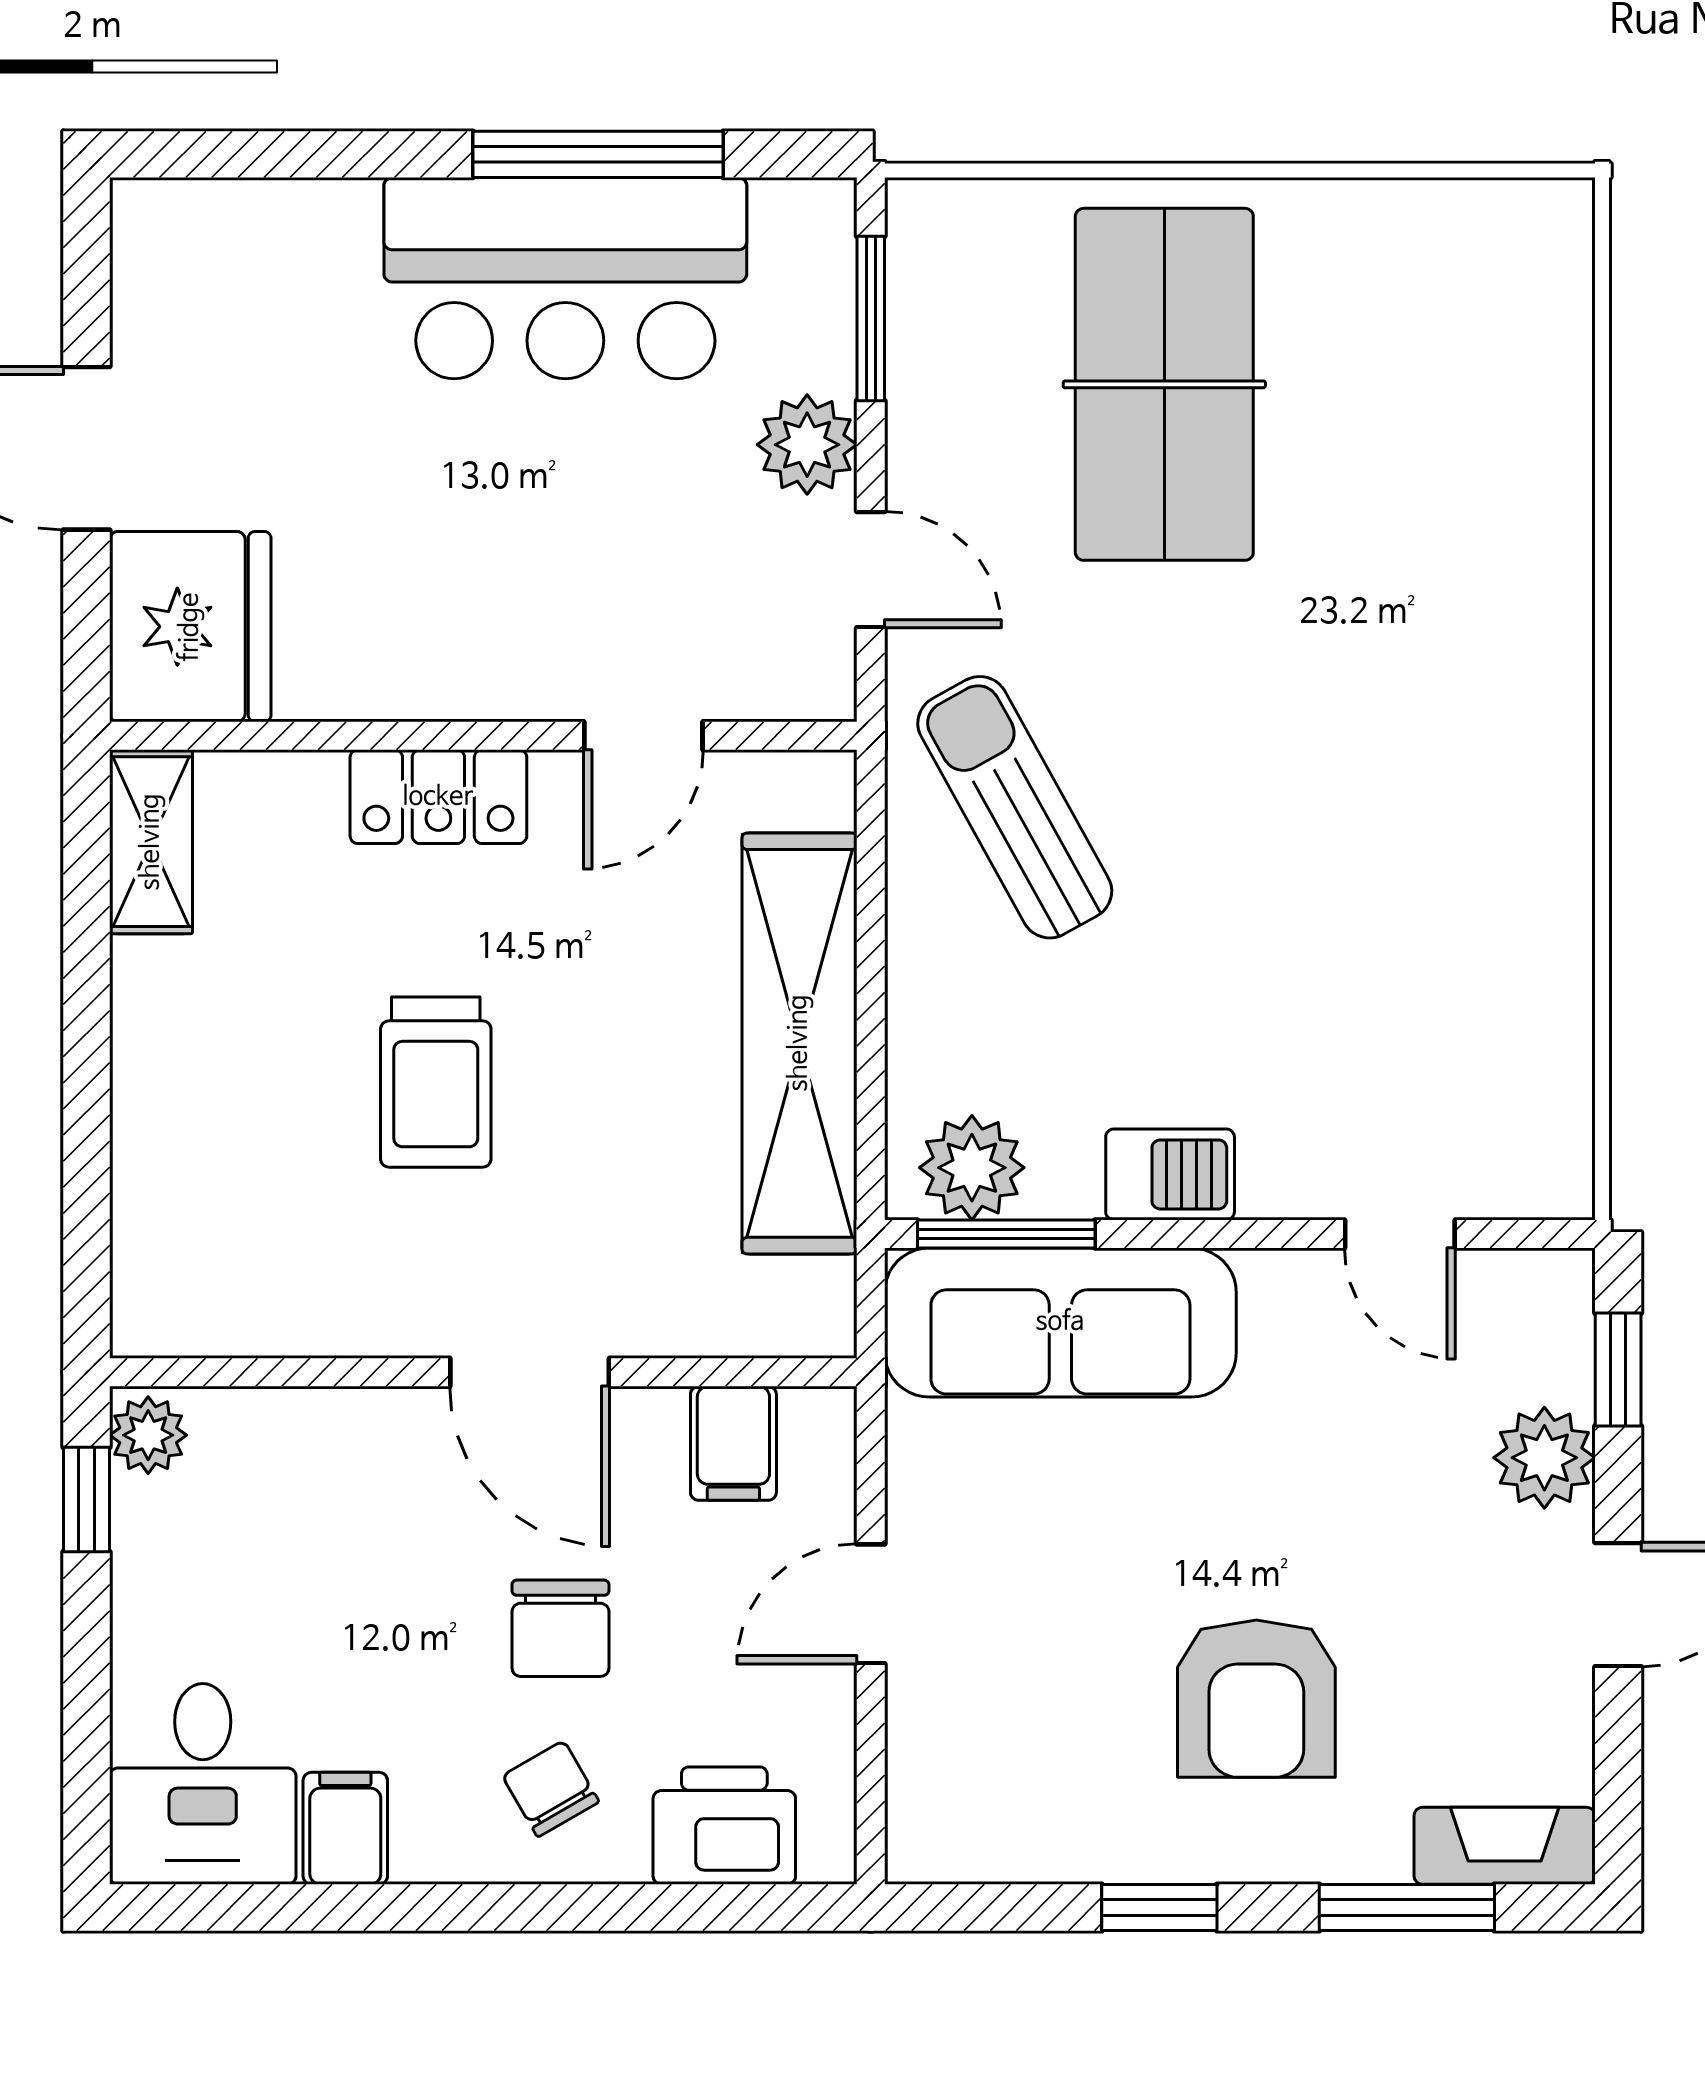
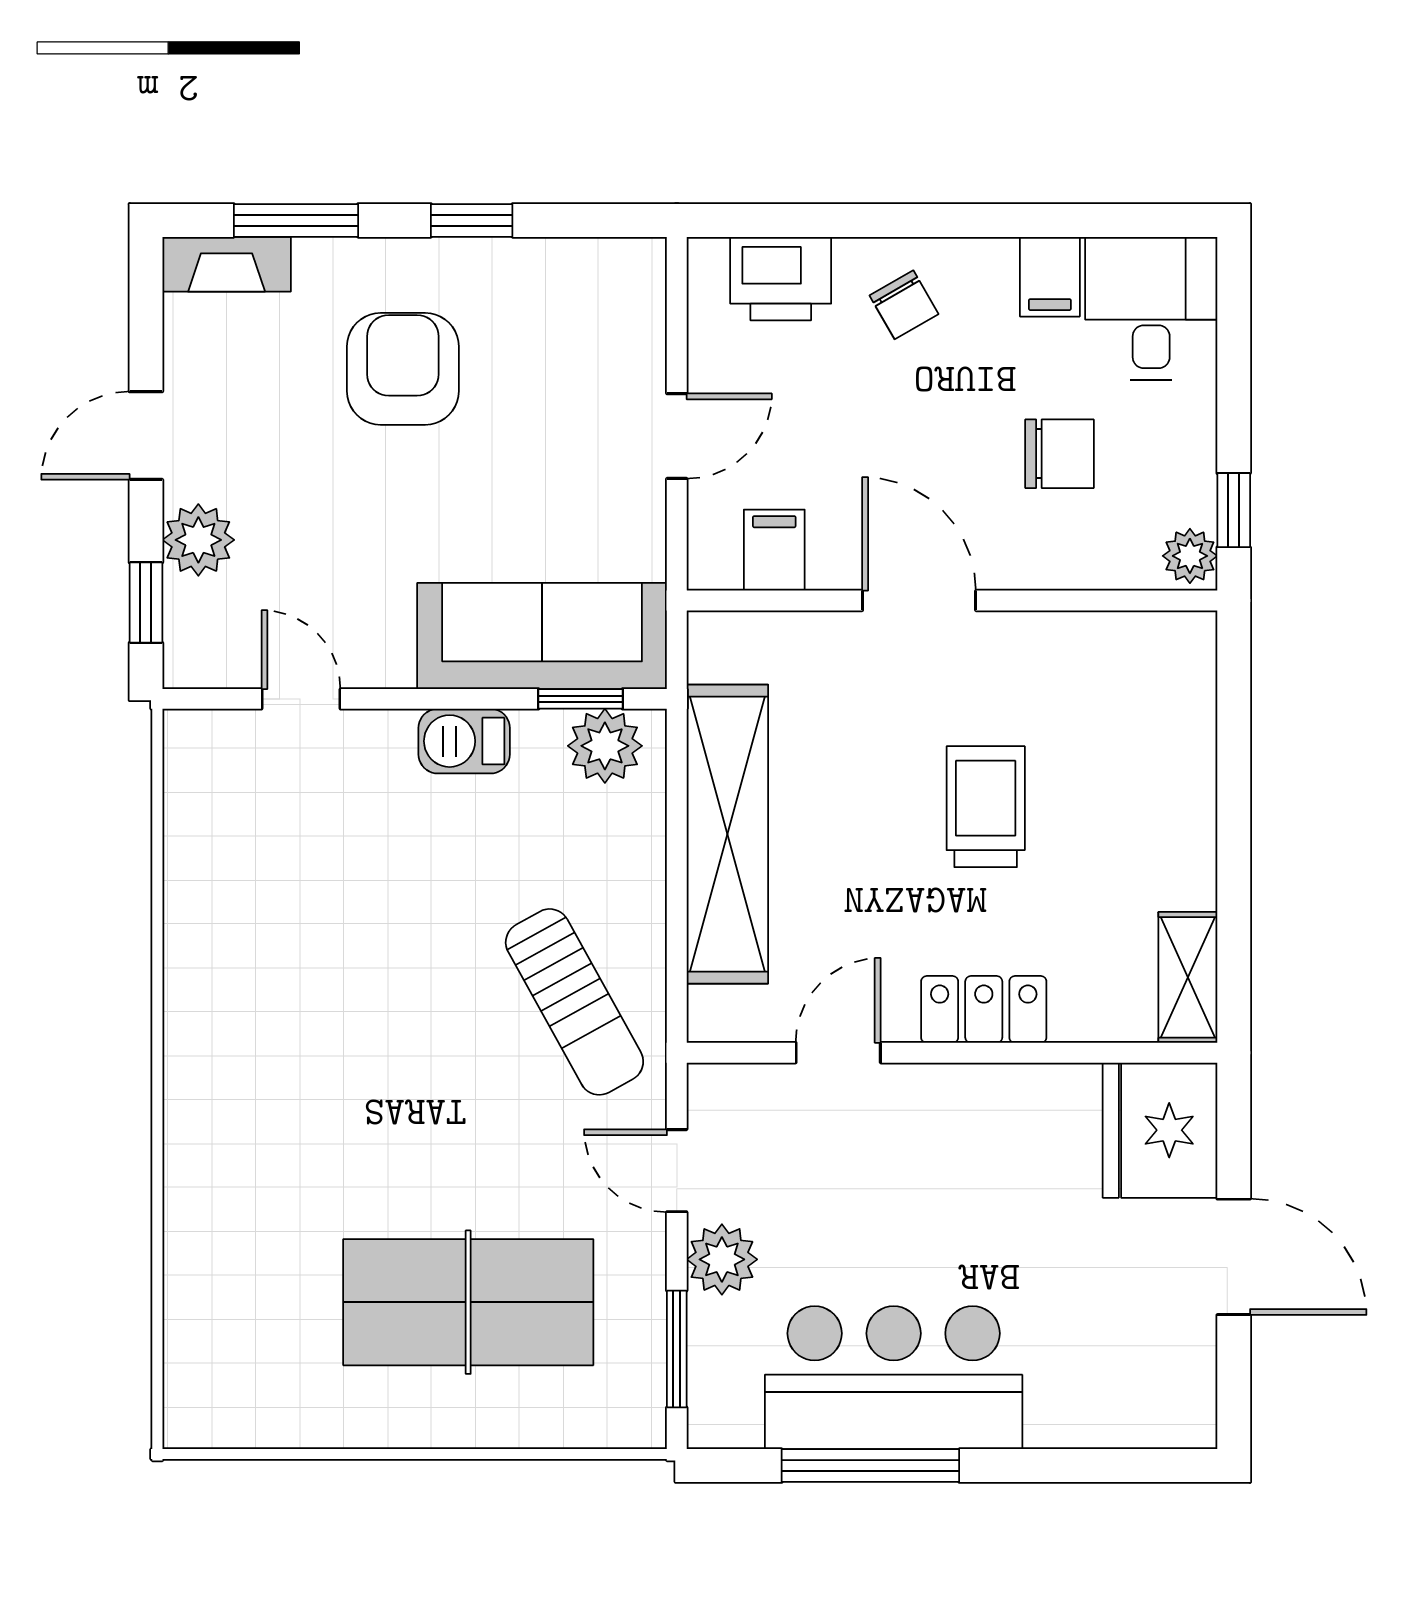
table tennis table: (1164, 384) -> (468, 1302), turned 90
window: (1006, 1234) -> (580, 699), width x0.67
chair: (560, 1628) -> (1059, 454), moved, turned 90

